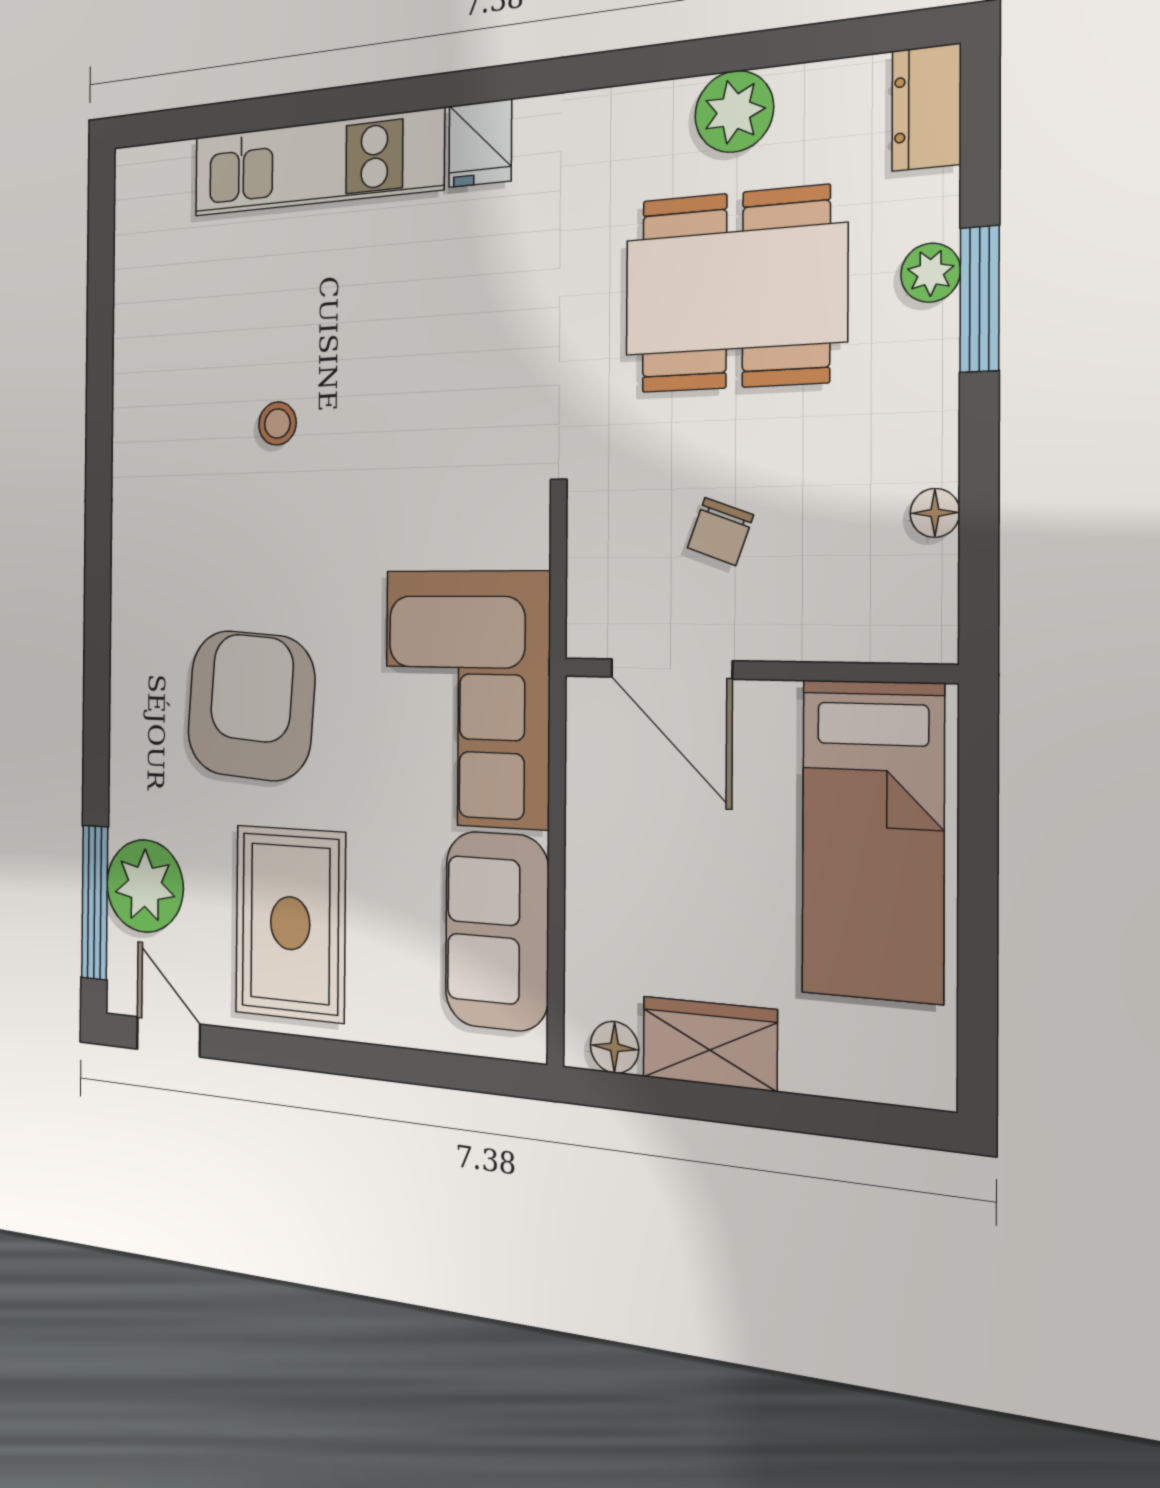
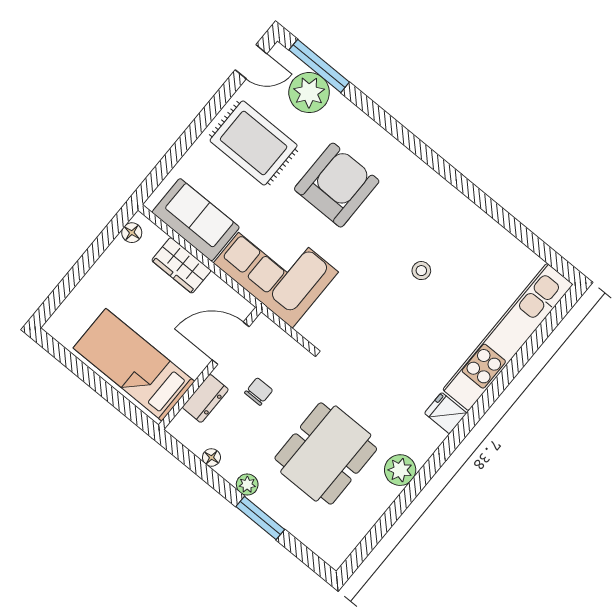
dresser: (926, 107) -> (205, 398), moved, turned 90
plant: (734, 112) -> (400, 470), moved
kitchen unit: (316, 163) -> (508, 337), width x1.36
plant: (931, 273) -> (247, 485), moved
chair: (720, 531) -> (259, 392), turned 70
armchair: (251, 705) -> (337, 185), turned -94
wardrobe: (710, 1044) -> (181, 265), moved, turned 90

